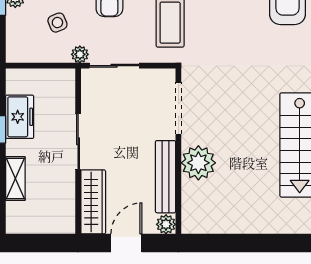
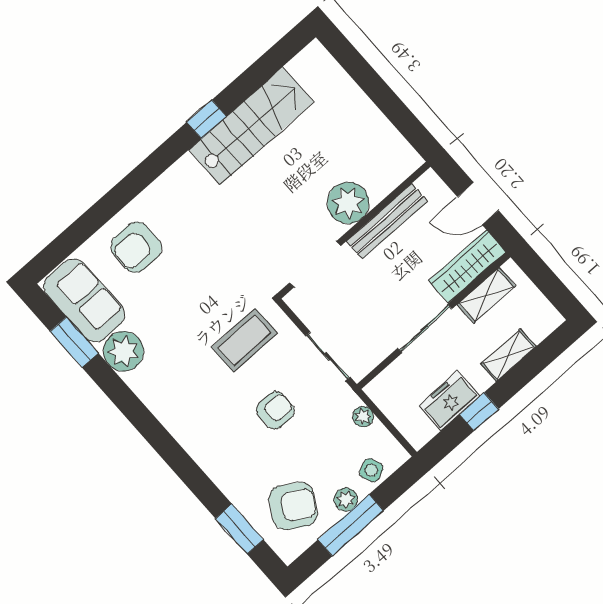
side table: (57, 23) -> (371, 470), moved
plant: (80, 54) -> (363, 417), moved
shelving: (65, 198) -> (486, 295), added
plant: (166, 224) -> (429, 183), removed

